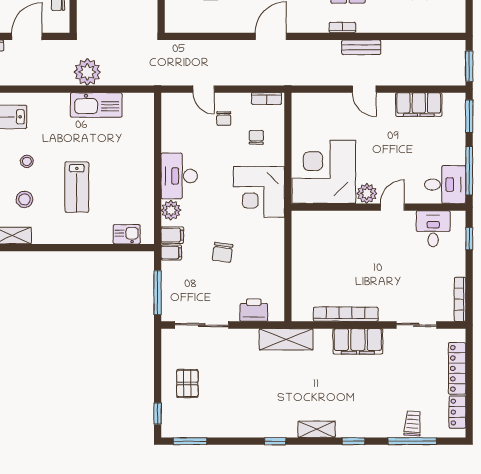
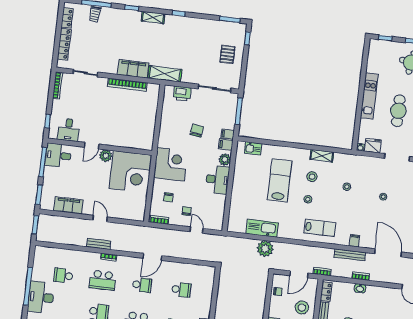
lab bench: (77, 187) -> (280, 180), width x1.36, depth x1.39
filing cabinet: (358, 341) -> (133, 69), moved

